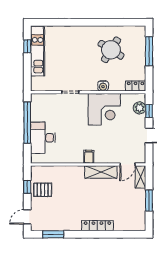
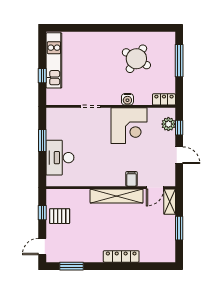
window: (27, 46) -> (42, 76), moved
window: (27, 123) -> (42, 140), width x0.47
filing cabinet: (89, 157) -> (131, 179), moved
shelving: (101, 172) -> (117, 196), width x1.47

